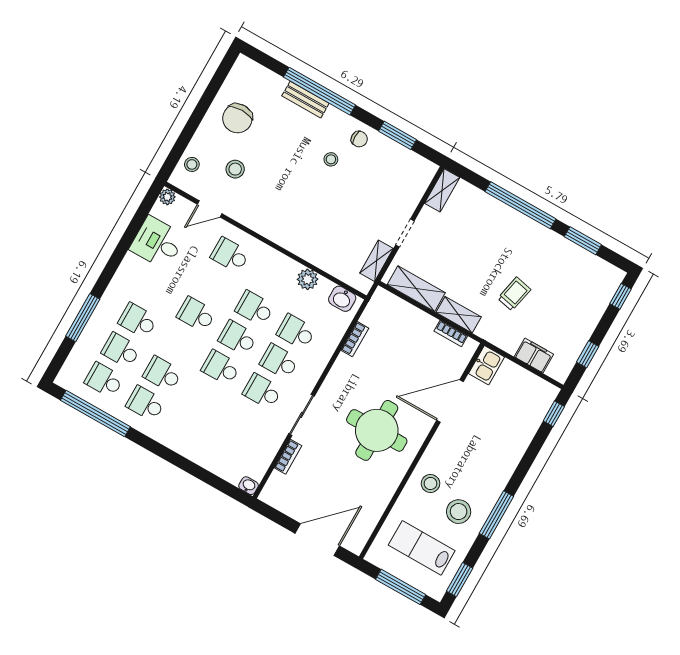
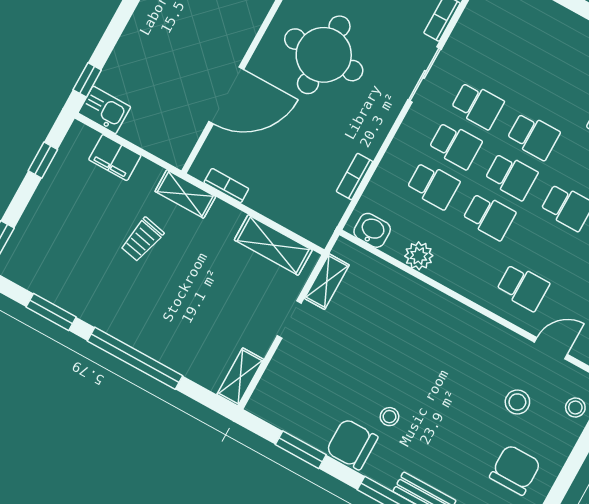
chair: (359, 139) -> (352, 444), width x1.87, depth x1.87
shelving: (459, 315) -> (185, 194), moved
kitchen sink: (487, 365) -> (104, 110), moved, turned 90

